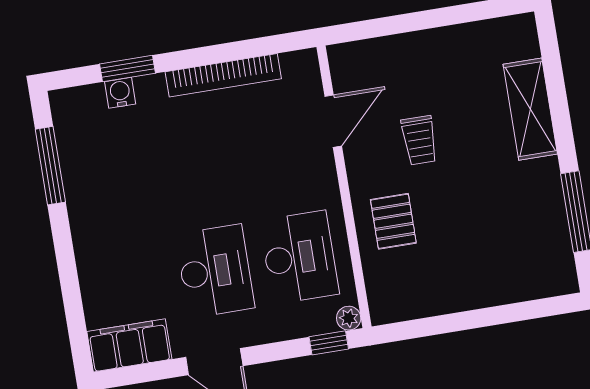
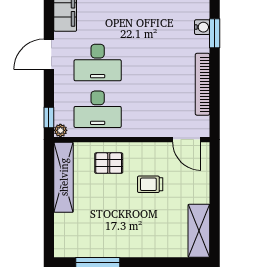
shelving: (530, 109) -> (199, 231), moved, turned 90
door: (333, 121) -> (187, 140), moved
shelving: (432, 299) -> (64, 177), added

